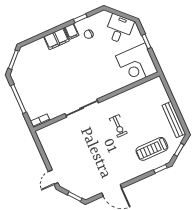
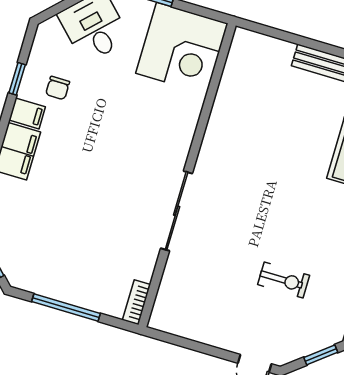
exercise bike: (118, 126) -> (284, 280), moved

